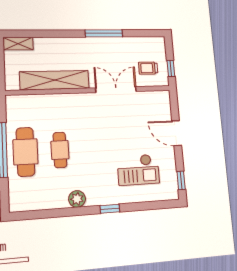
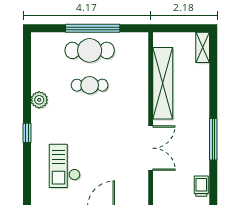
trolley: (148, 68) -> (201, 186), moved

